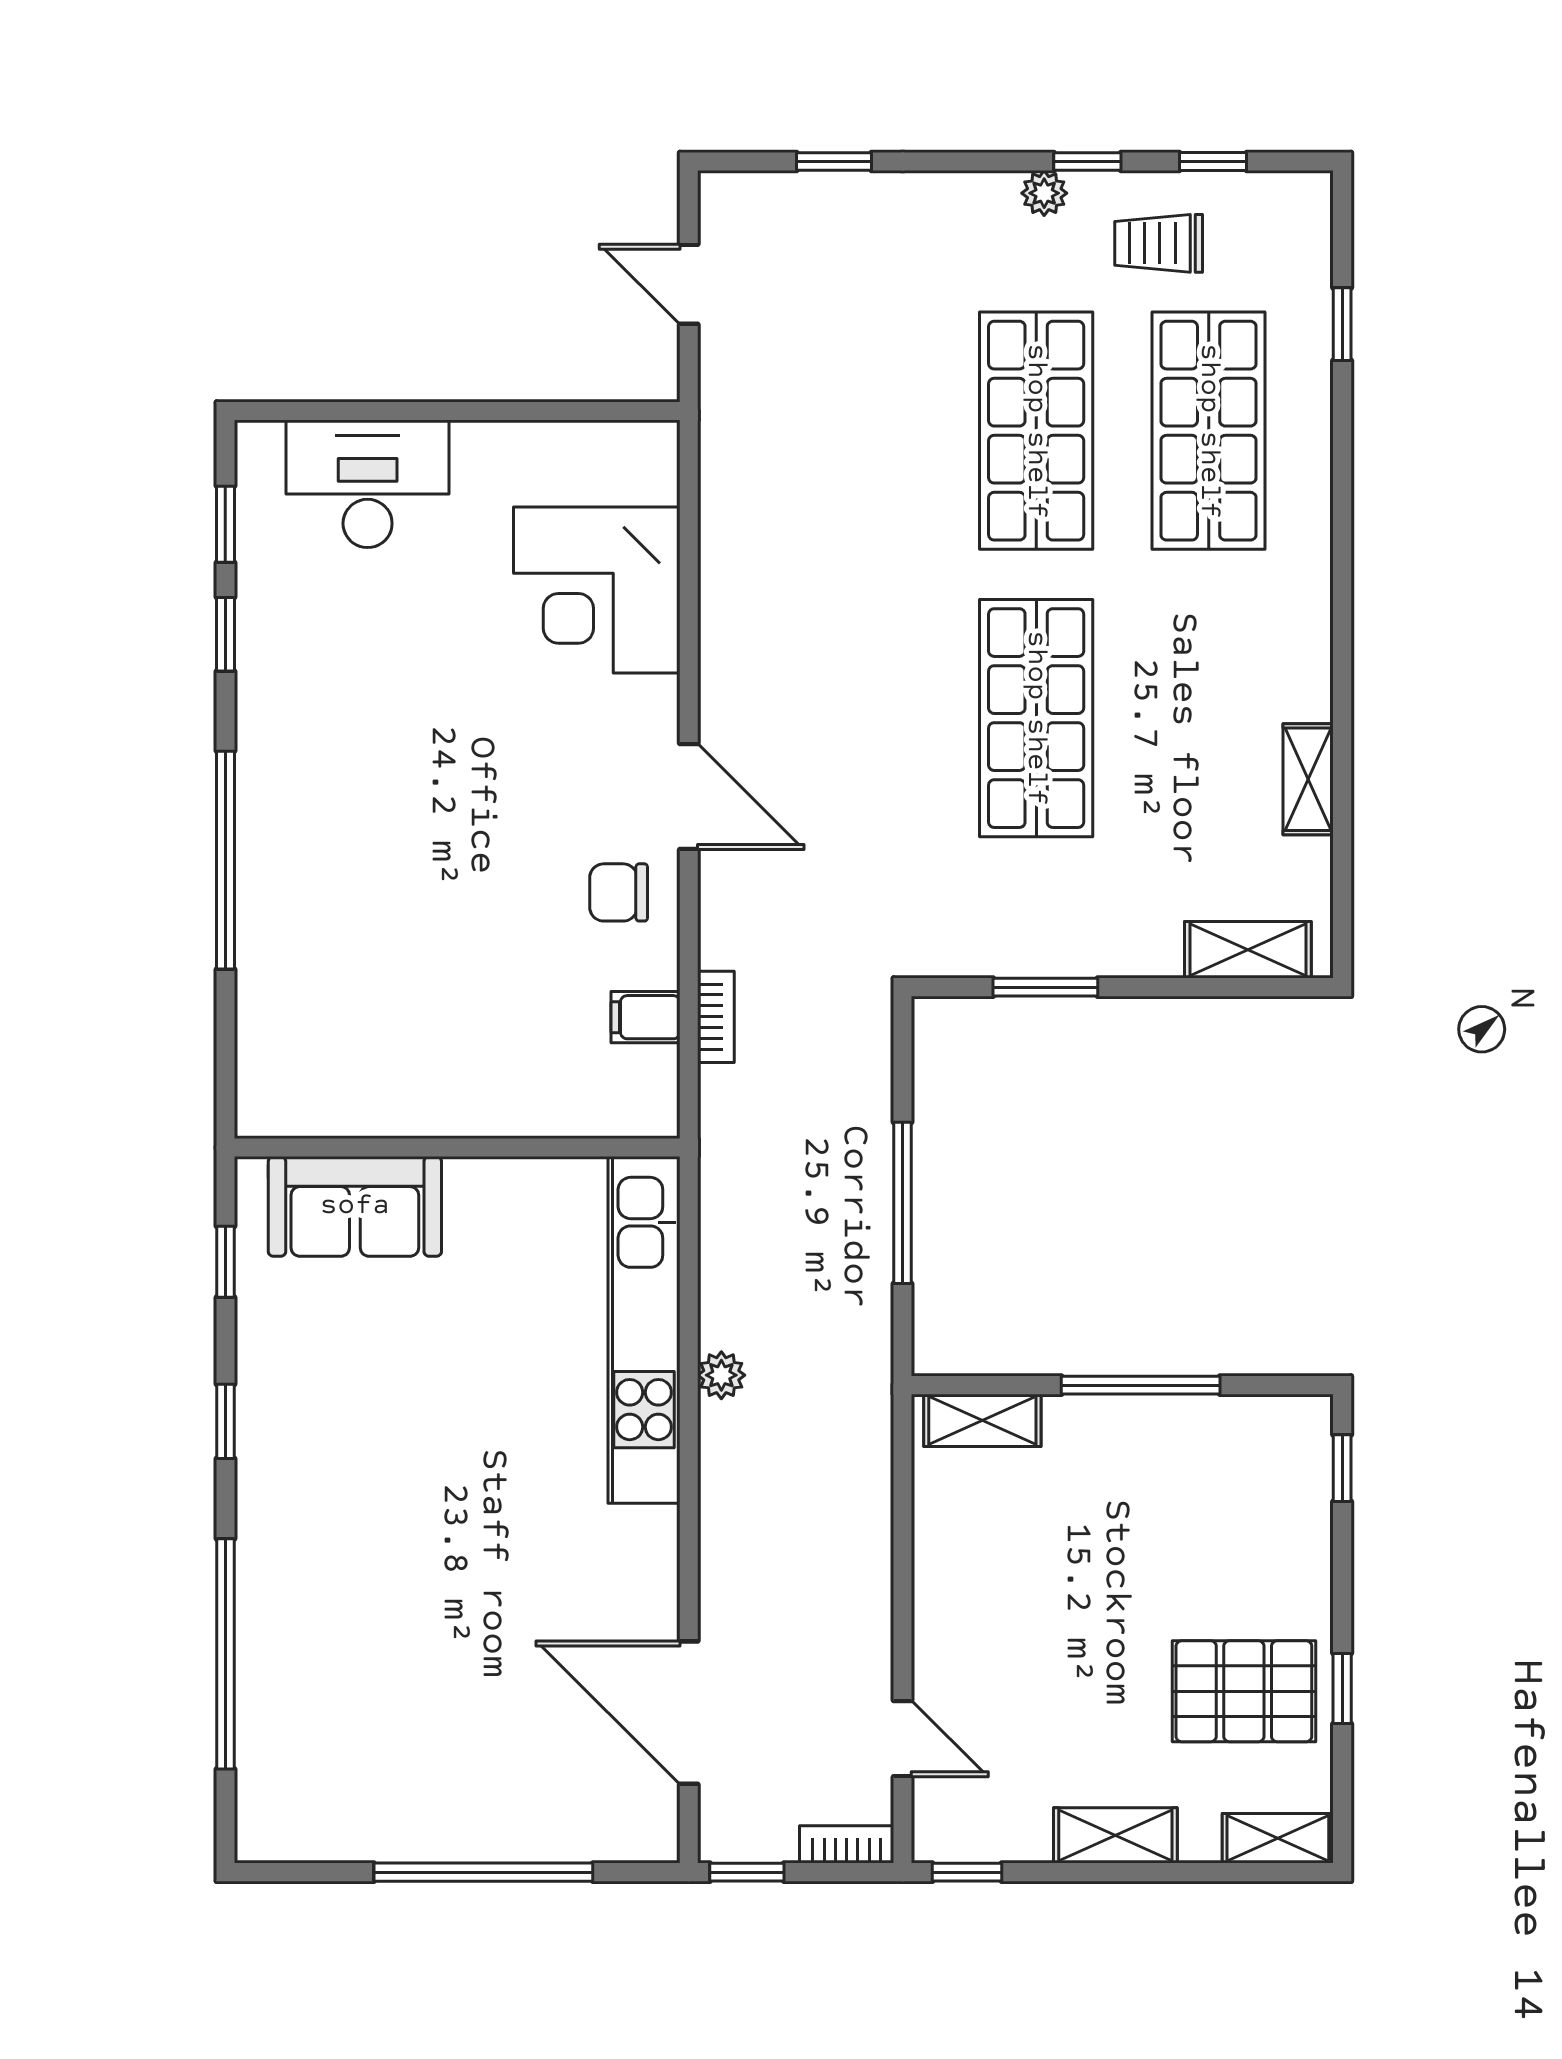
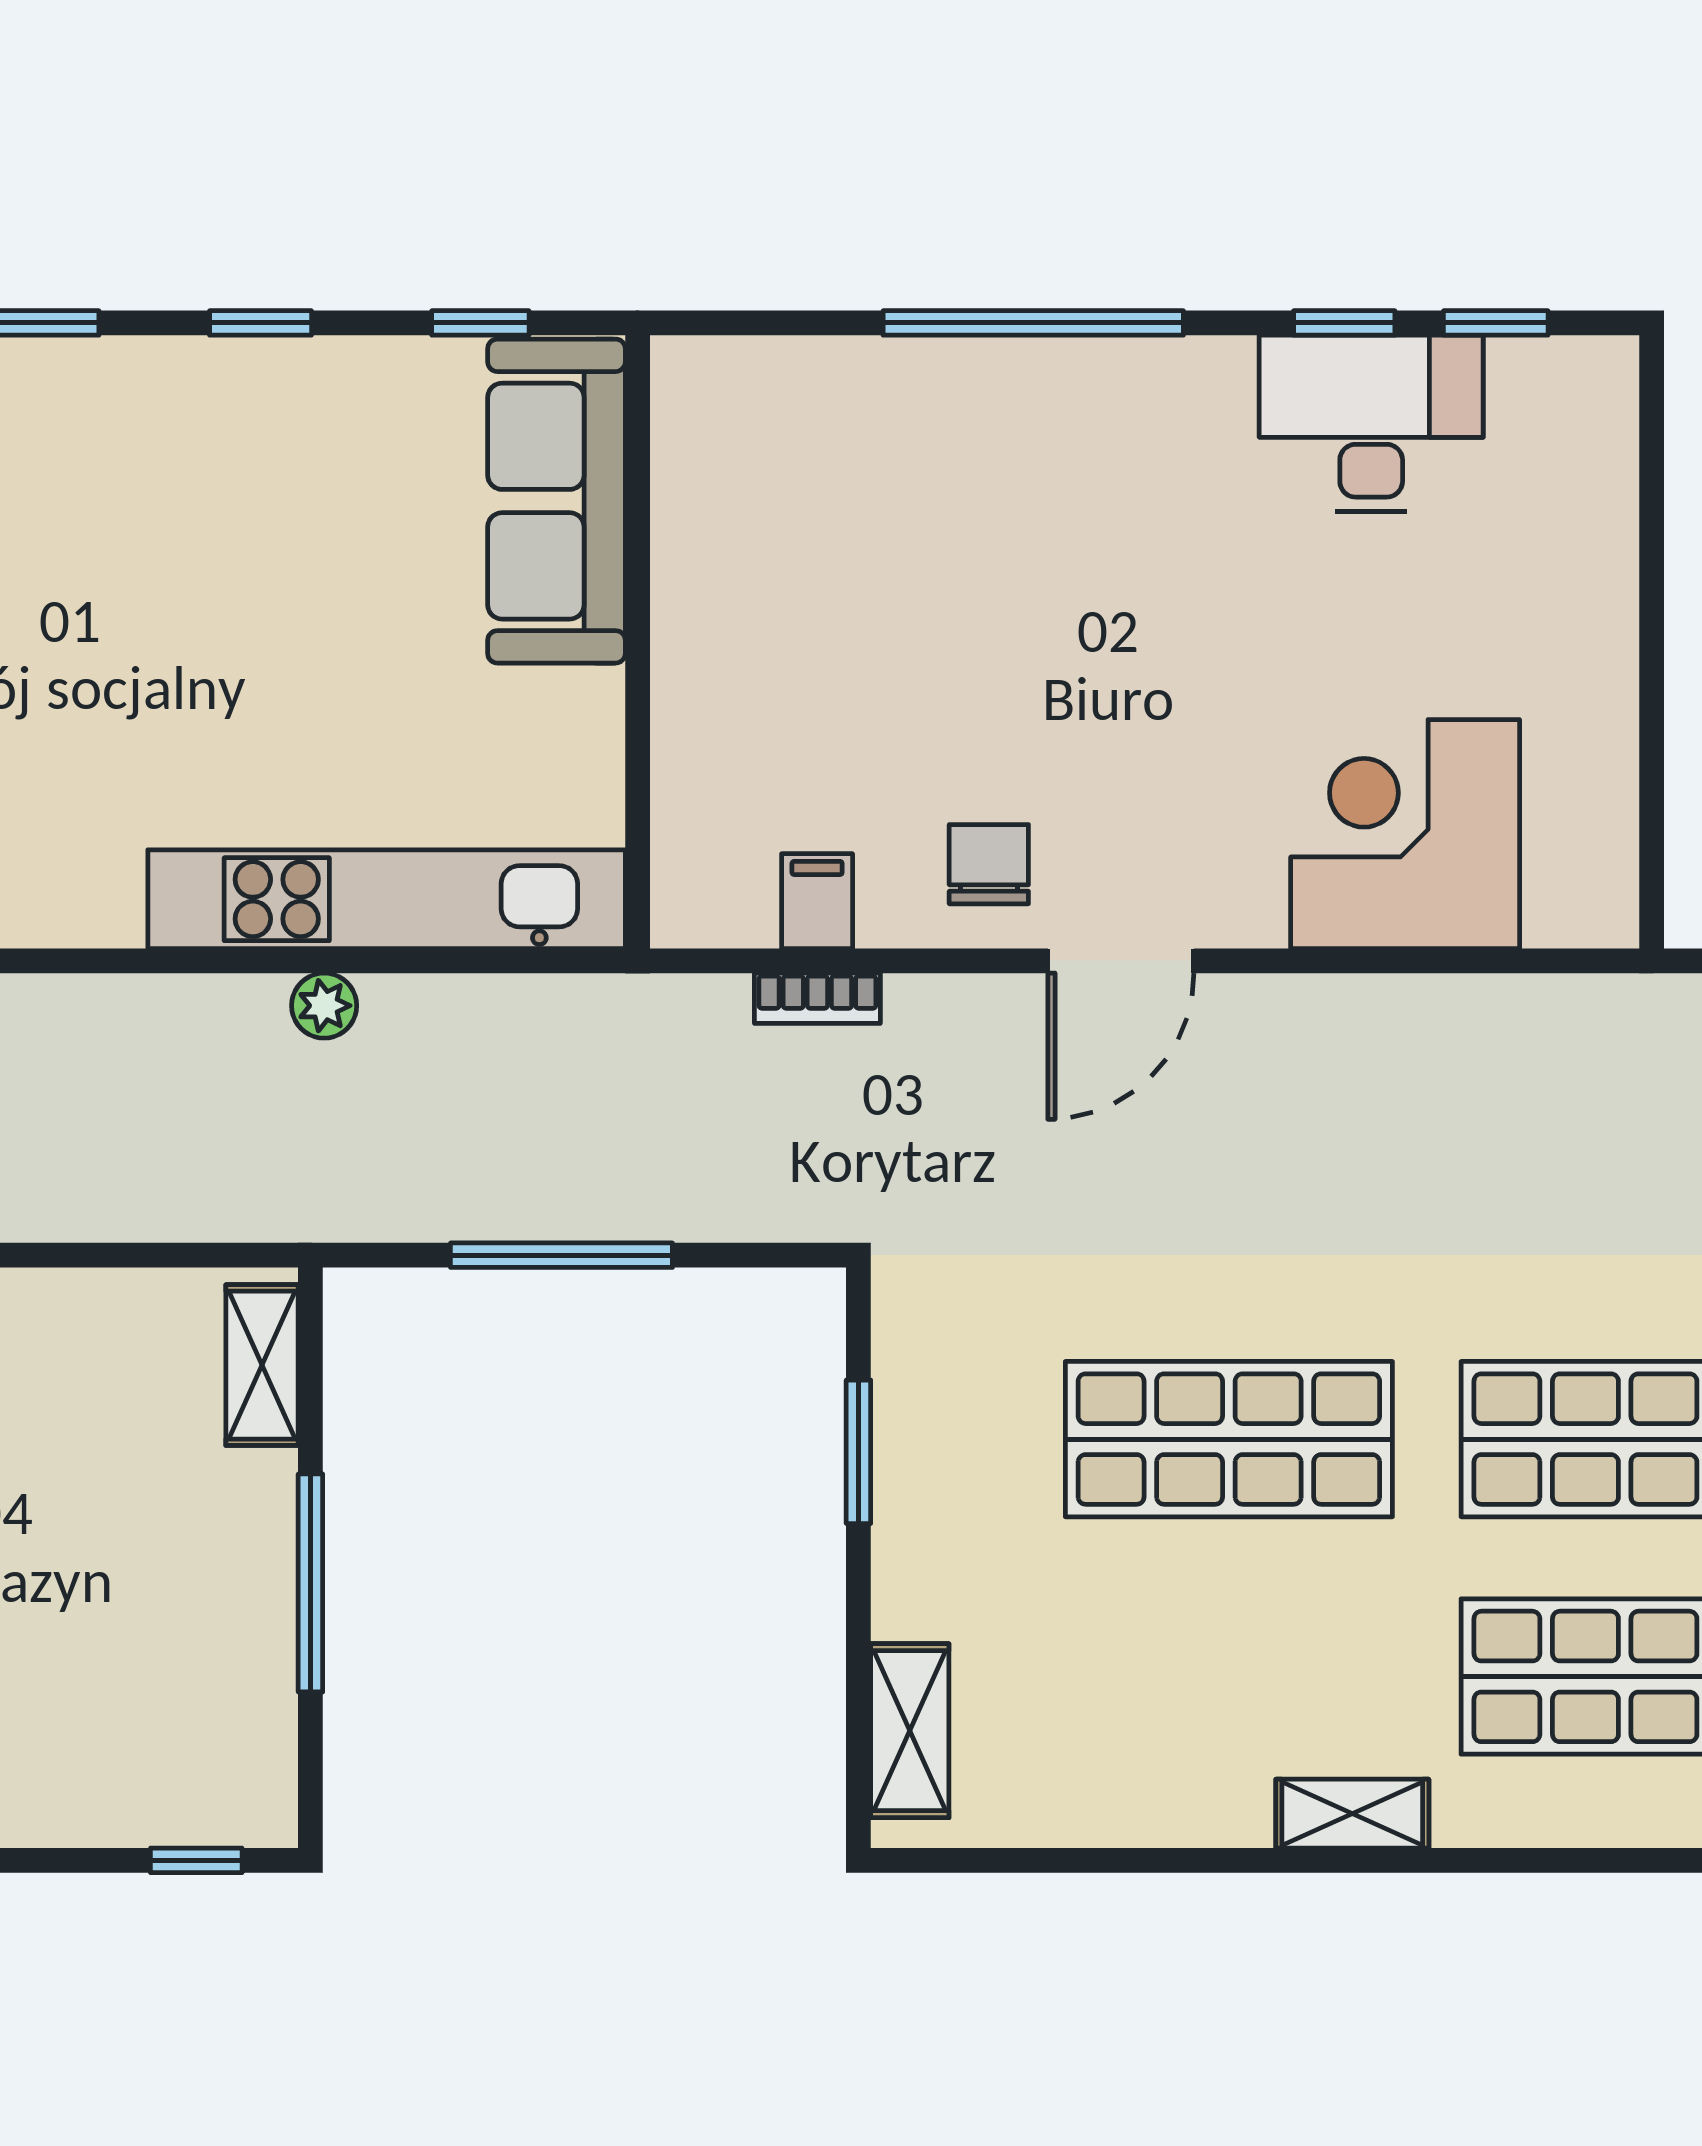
desk: (368, 484) -> (1371, 423), moved, turned -90
shelving: (1308, 779) -> (1352, 1814), moved
sofa: (355, 1206) -> (556, 501), width x1.36

